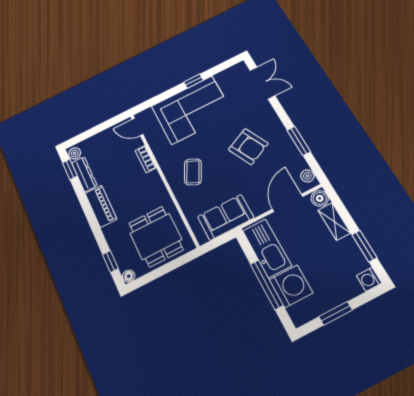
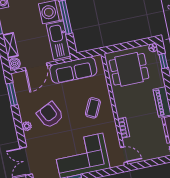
window: (299, 141) -> (12, 94), moved
plant: (307, 176) -> (27, 126), moved
sofa: (226, 217) -> (73, 70), width x1.36
dining table: (156, 236) -> (129, 69), turned 90

